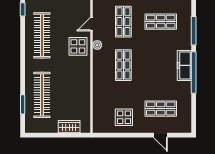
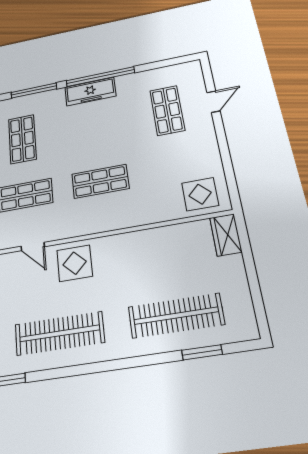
plant: (97, 45) -> (69, 230), removed
display table: (124, 117) -> (200, 194), moved
wardrobe: (69, 127) -> (226, 235), moved

